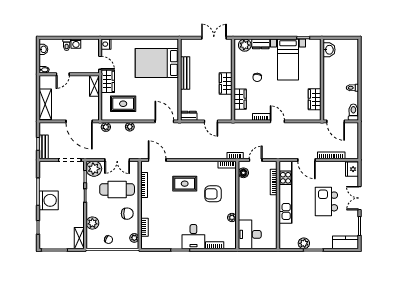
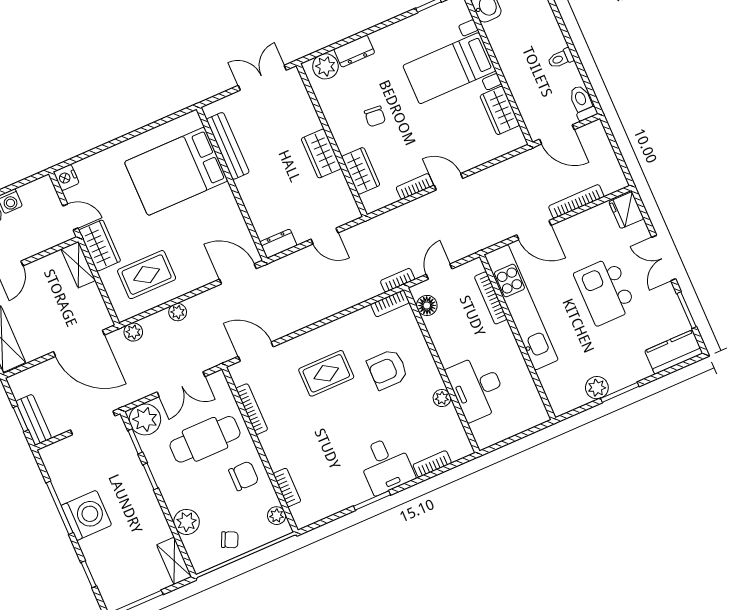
bed with nightstands: (288, 59) -> (449, 68), moved, turned 90
bench: (185, 73) -> (228, 146), moved
desk: (250, 234) -> (477, 388), moved

